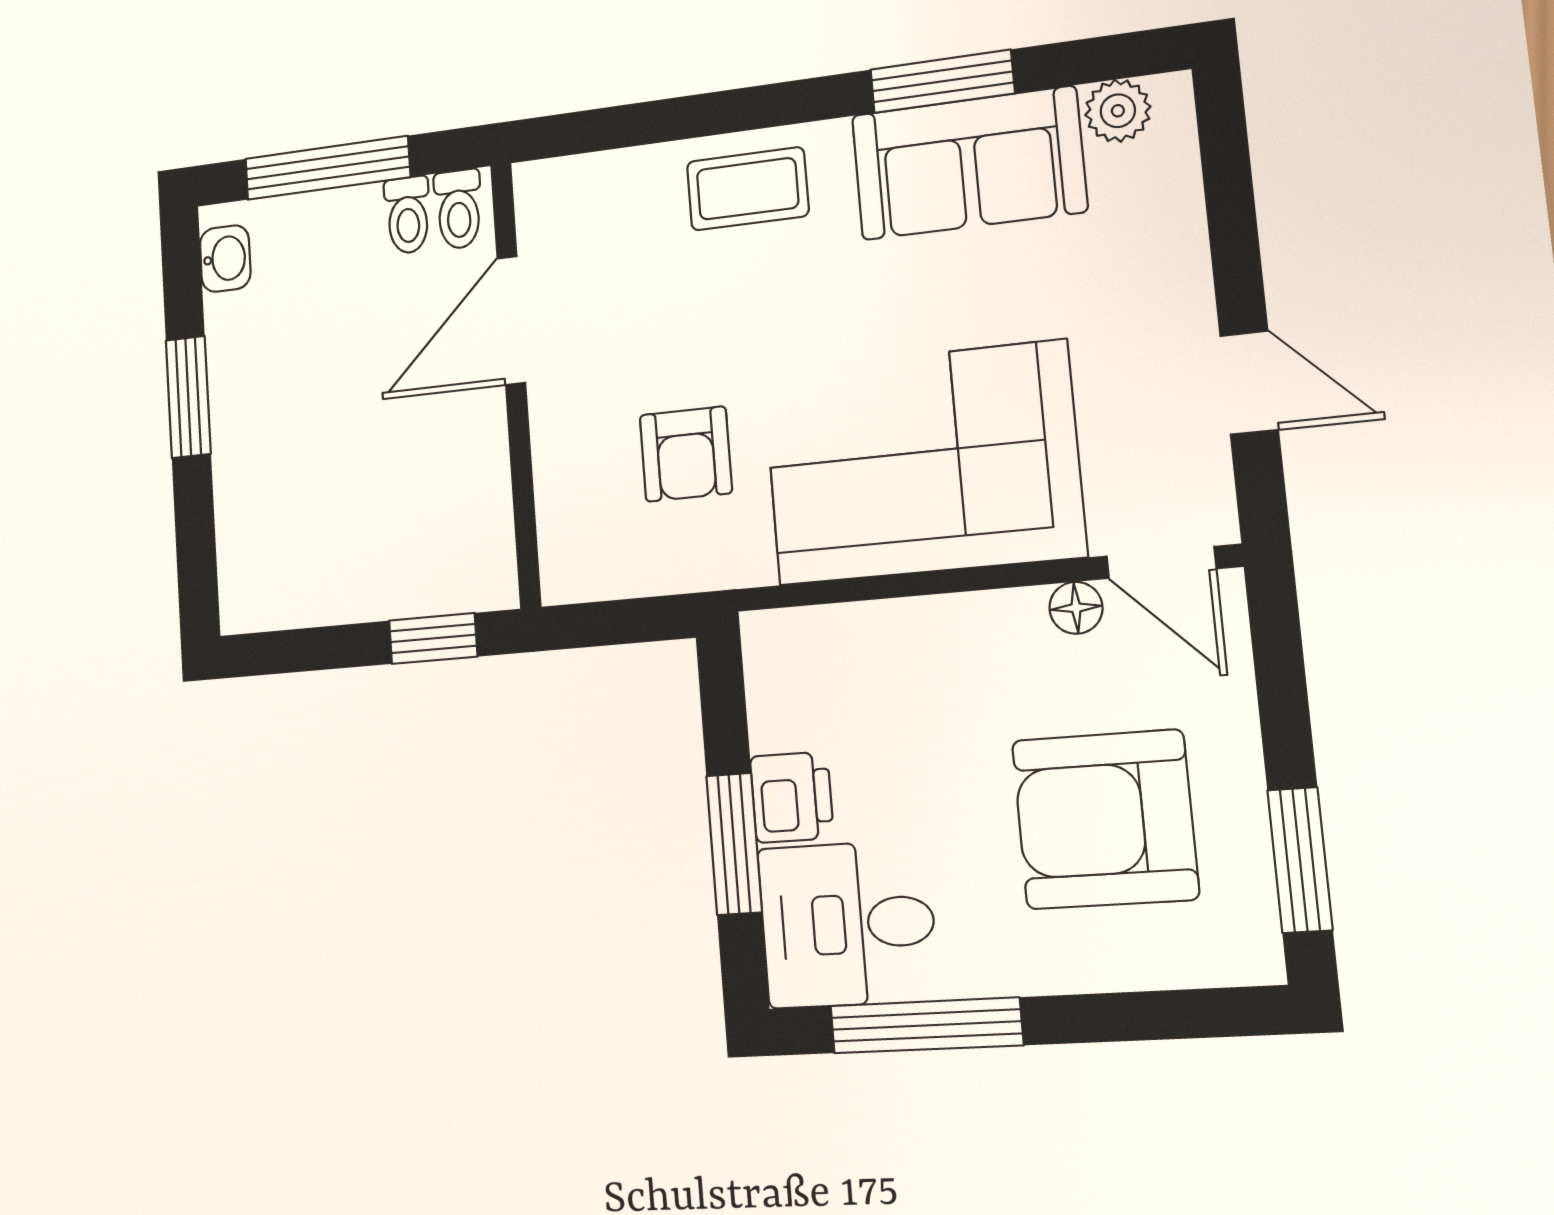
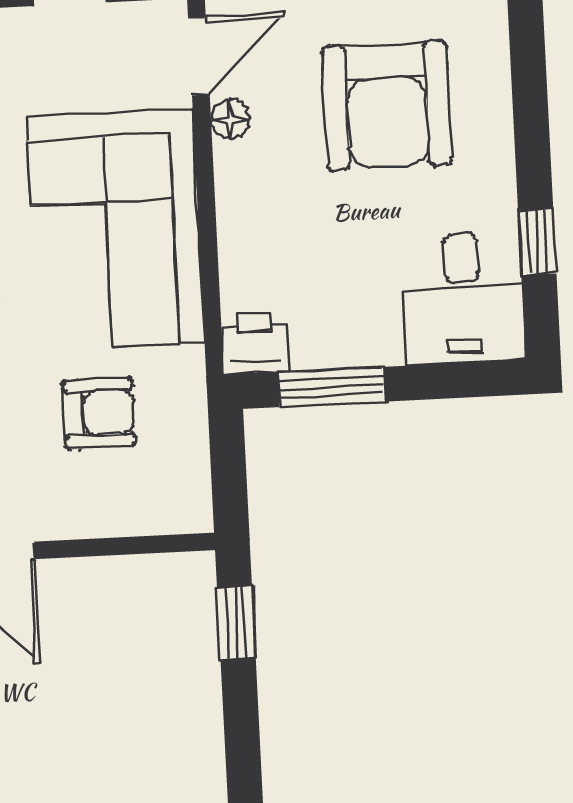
printer: (792, 797) -> (255, 343), moved
window: (734, 844) -> (332, 387), moved
window: (926, 1025) -> (537, 242), width x0.46

